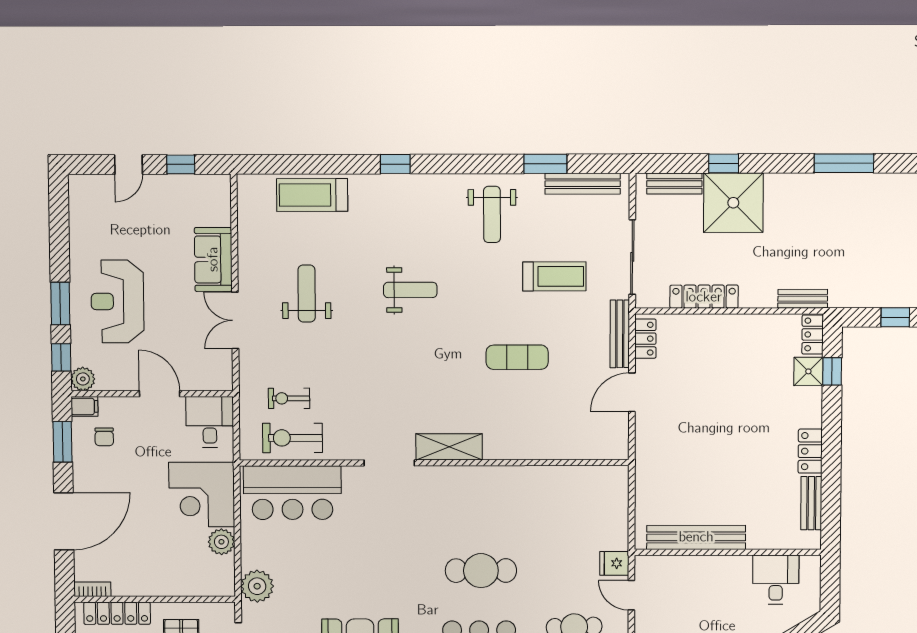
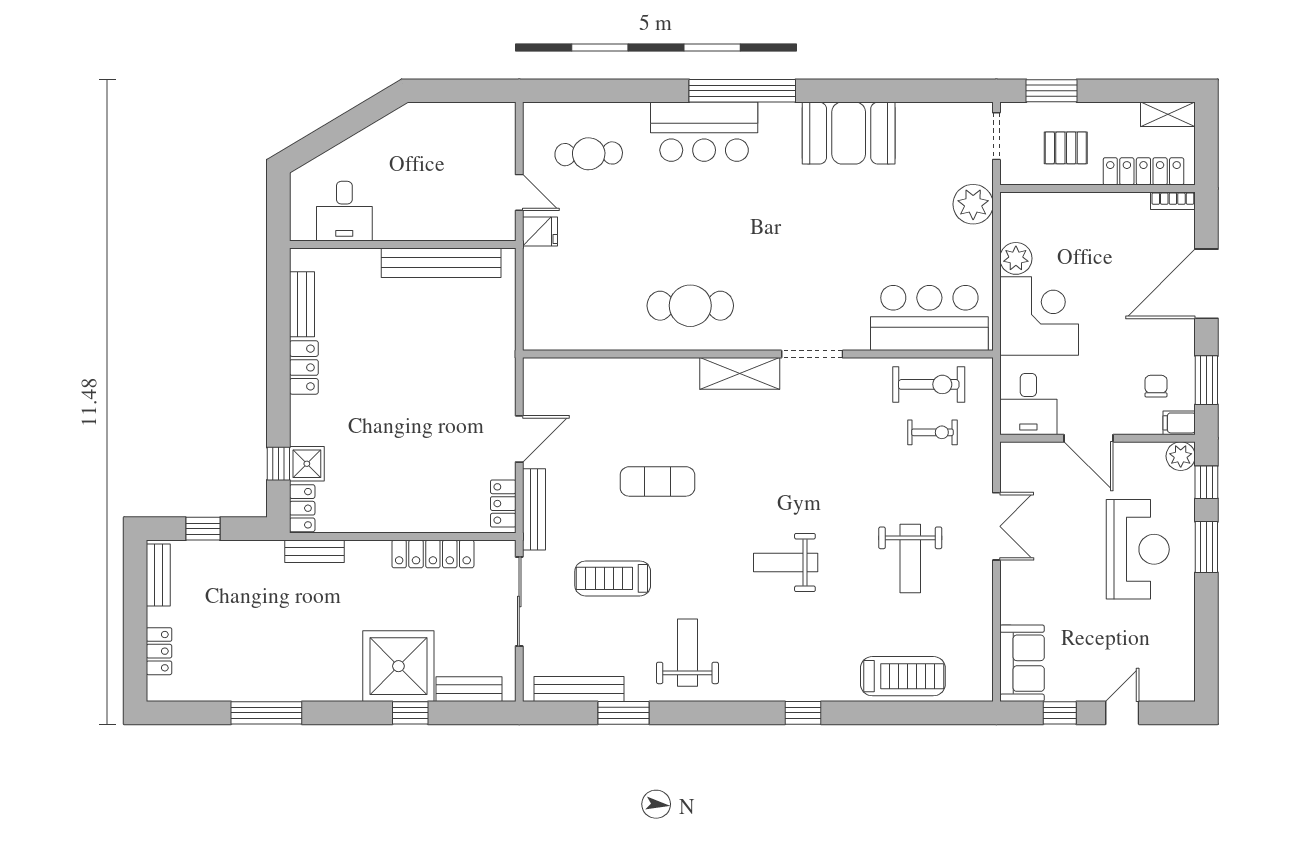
sofa: (213, 259) -> (1022, 663), moved
cafe table: (481, 571) -> (690, 306), moved

